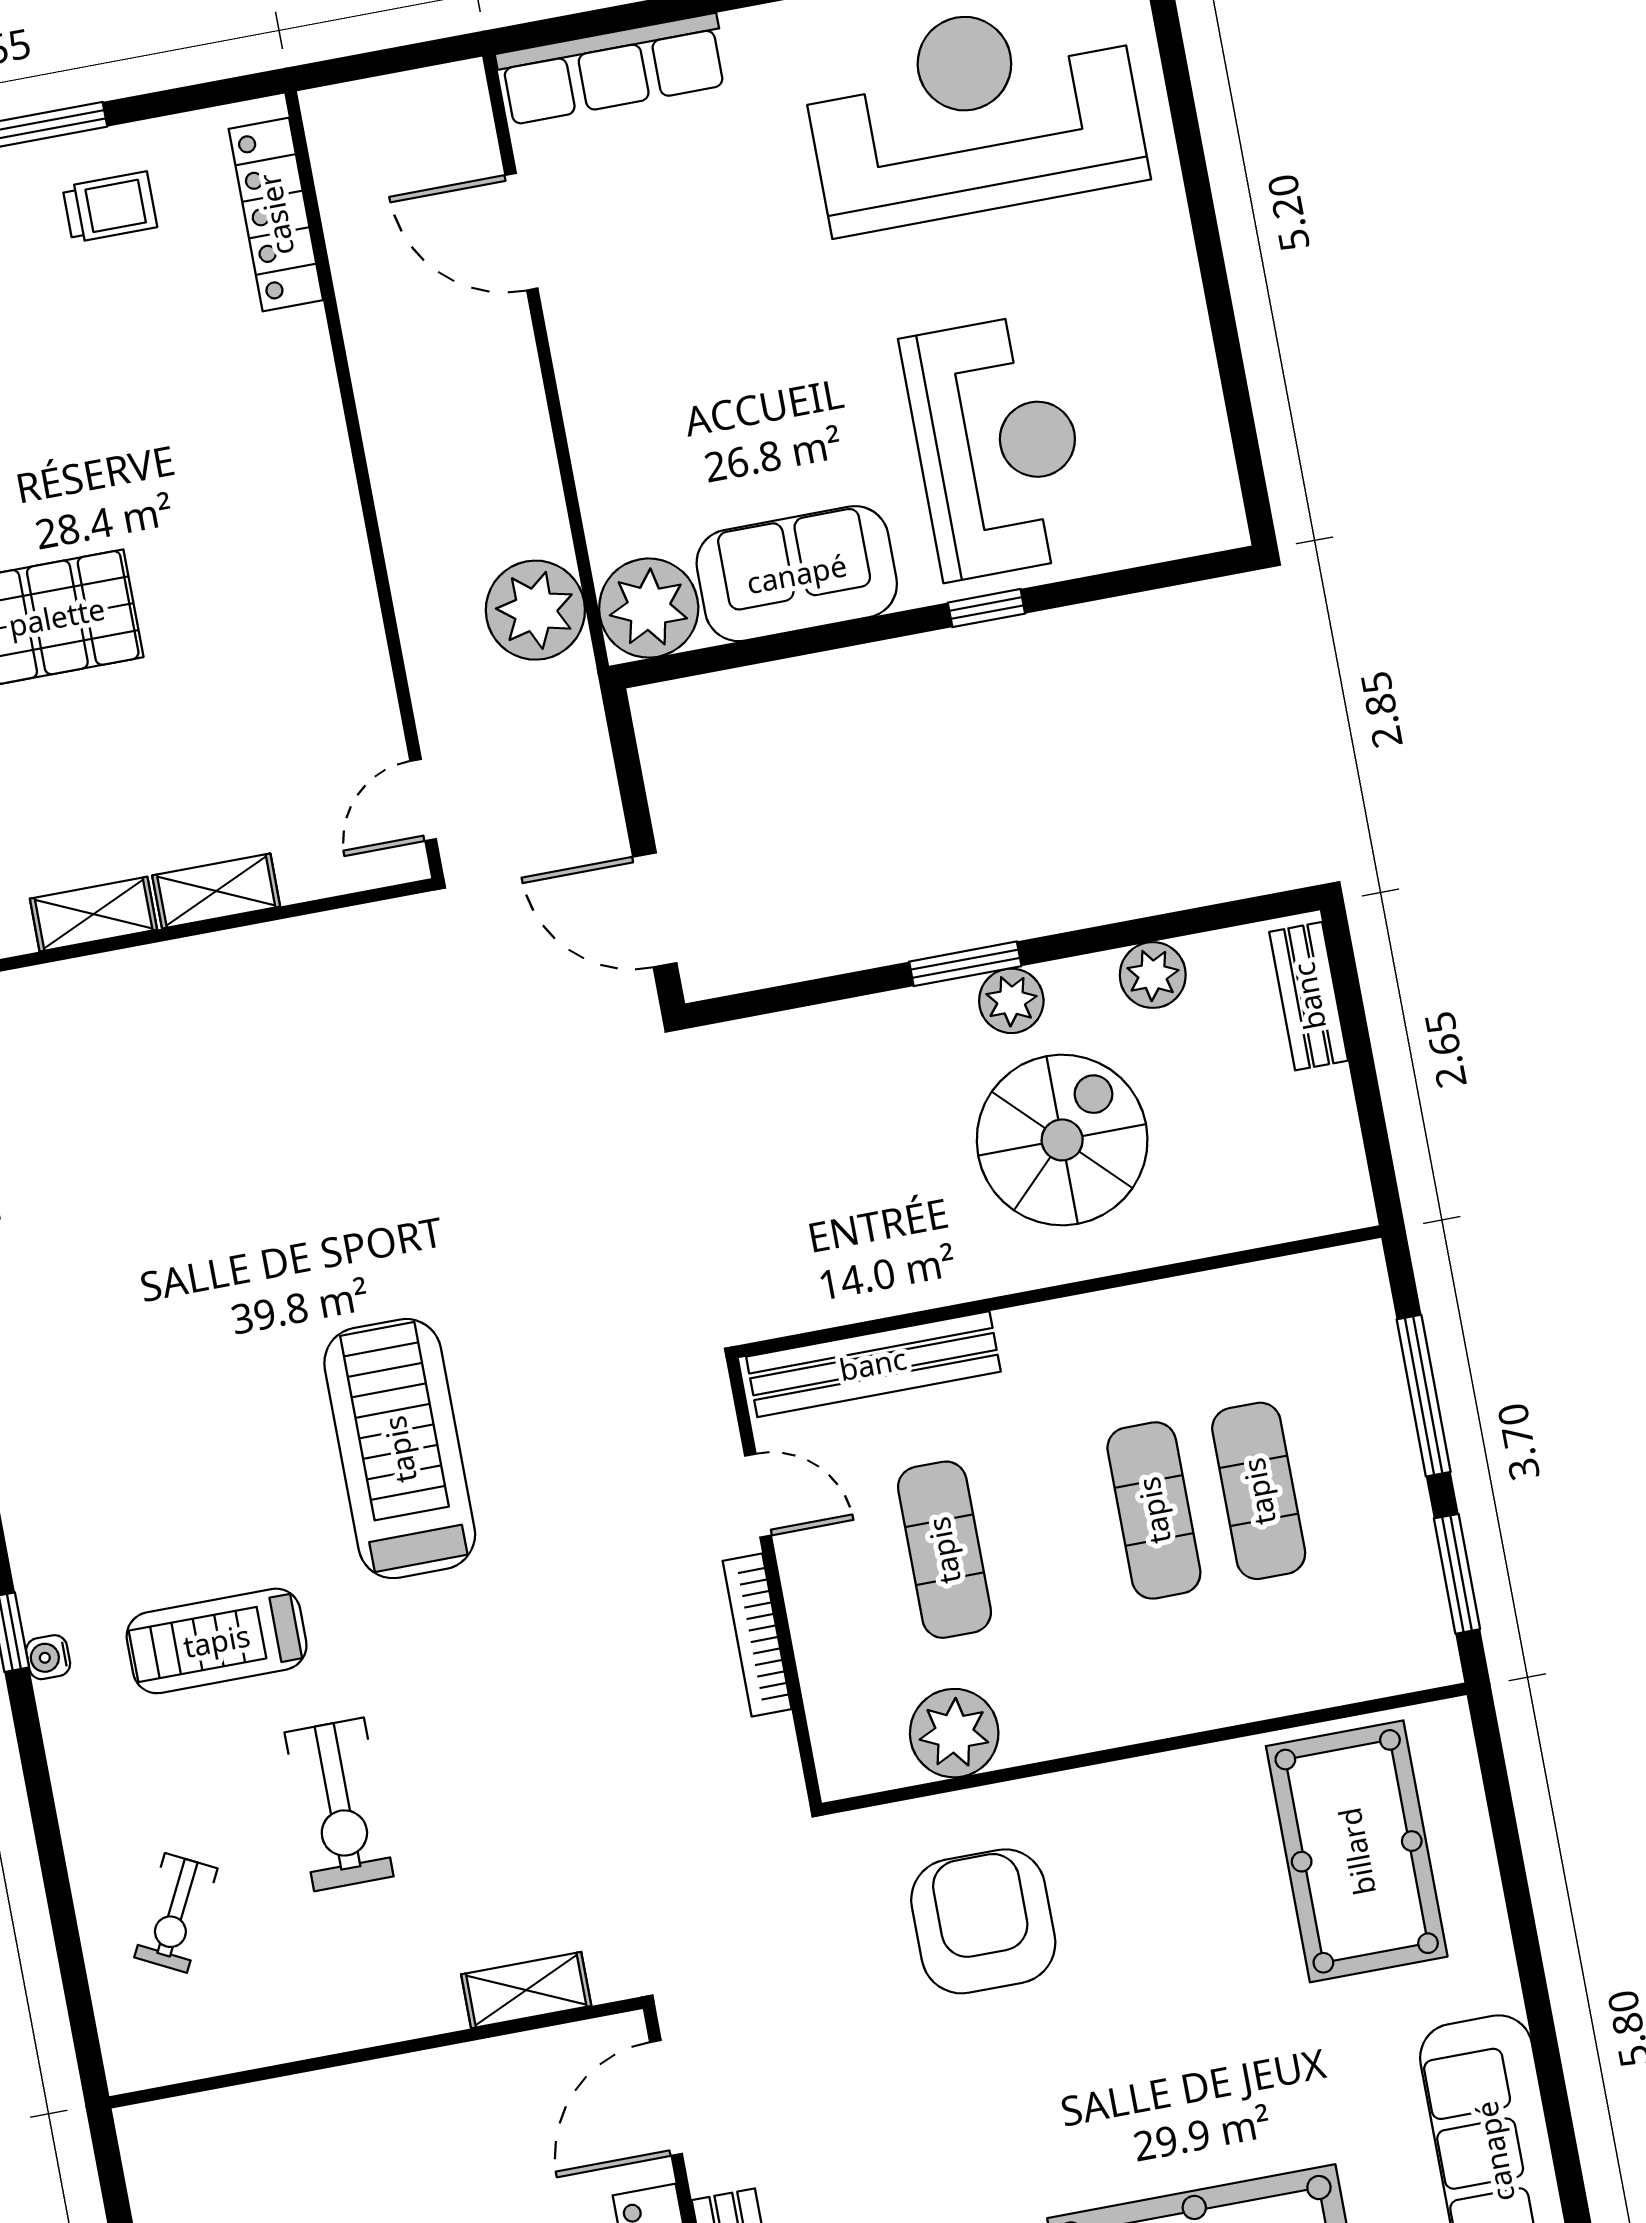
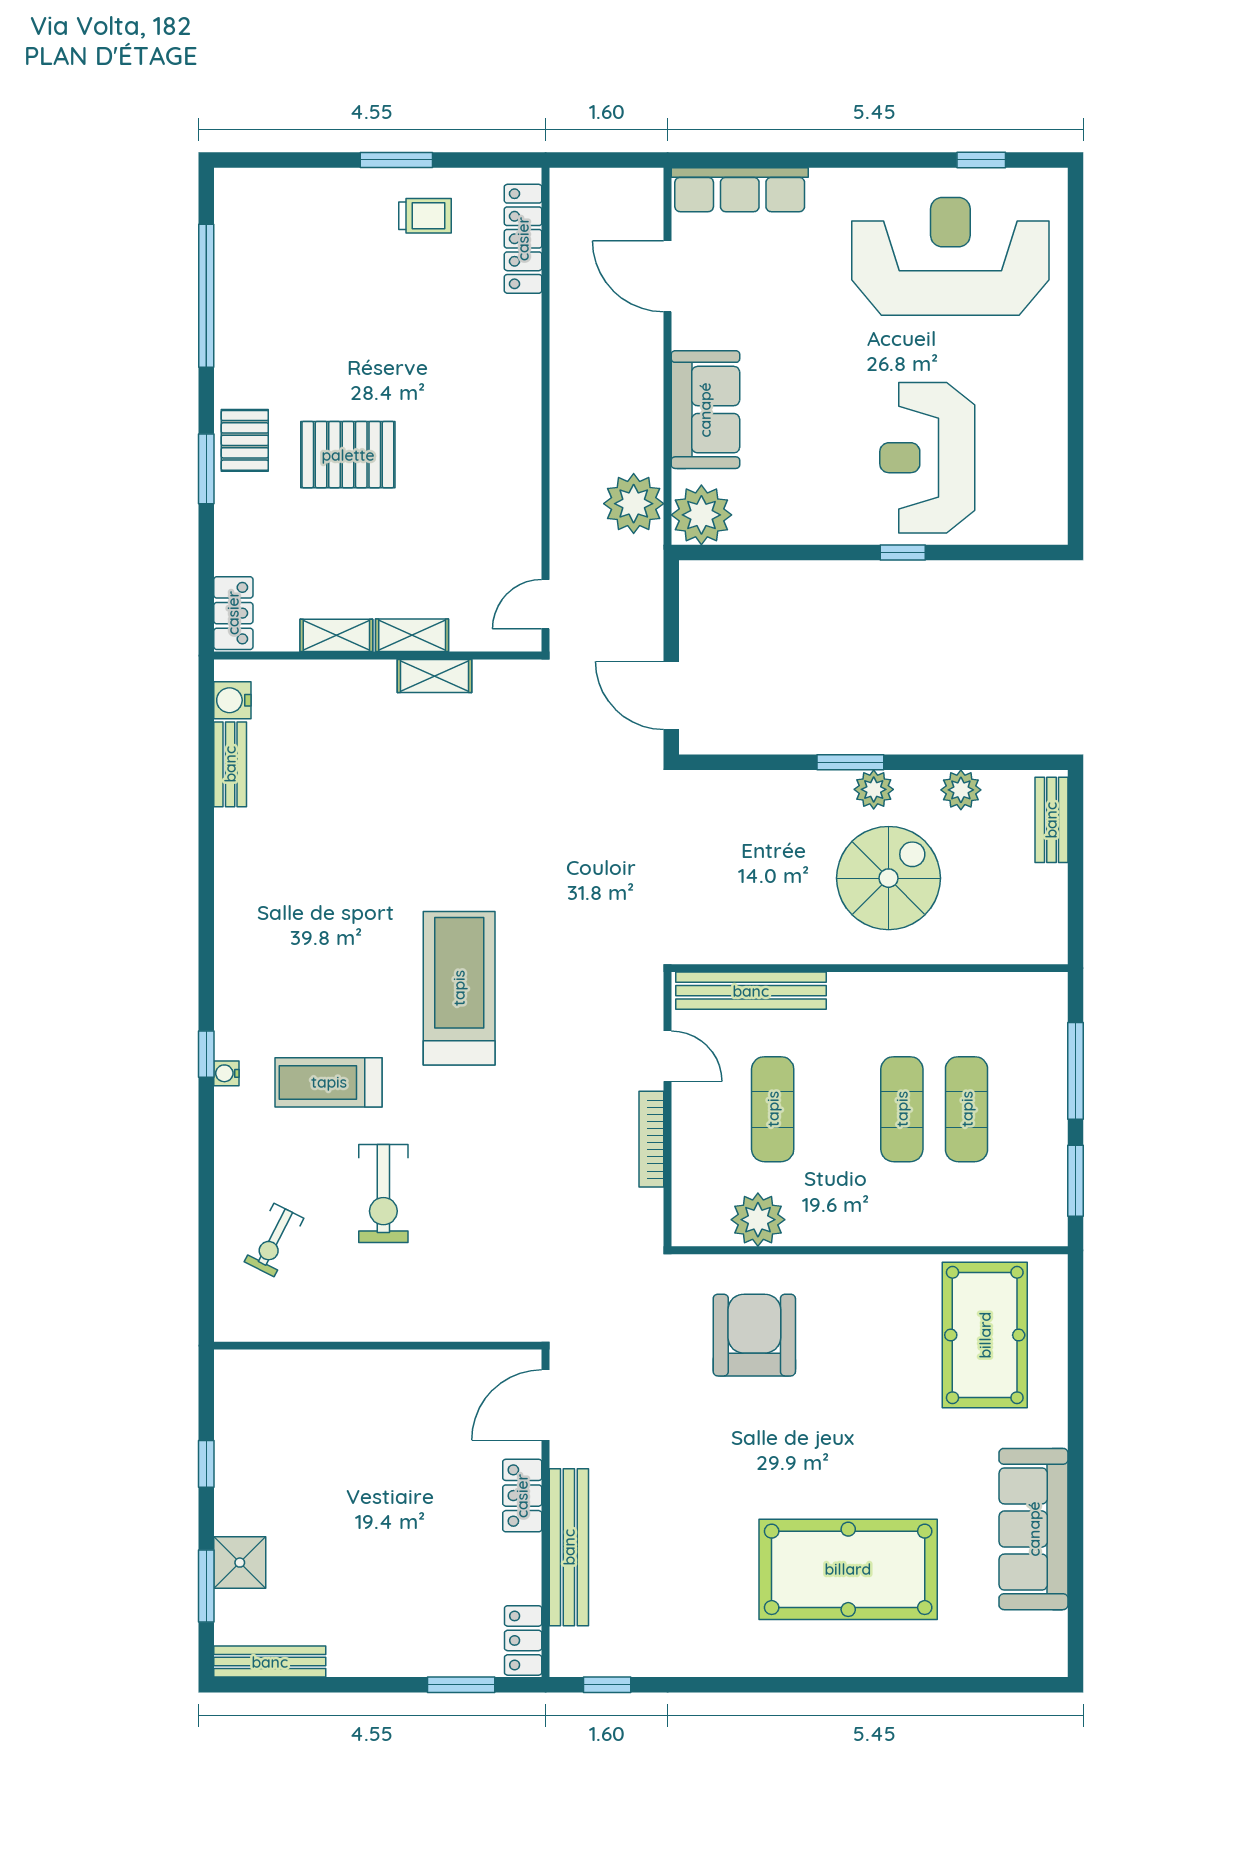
reception desk: (997, 447) -> (927, 458), turned 180
sofa: (797, 574) -> (705, 410), moved, turned 90
shelving: (526, 1990) -> (434, 676), moved

